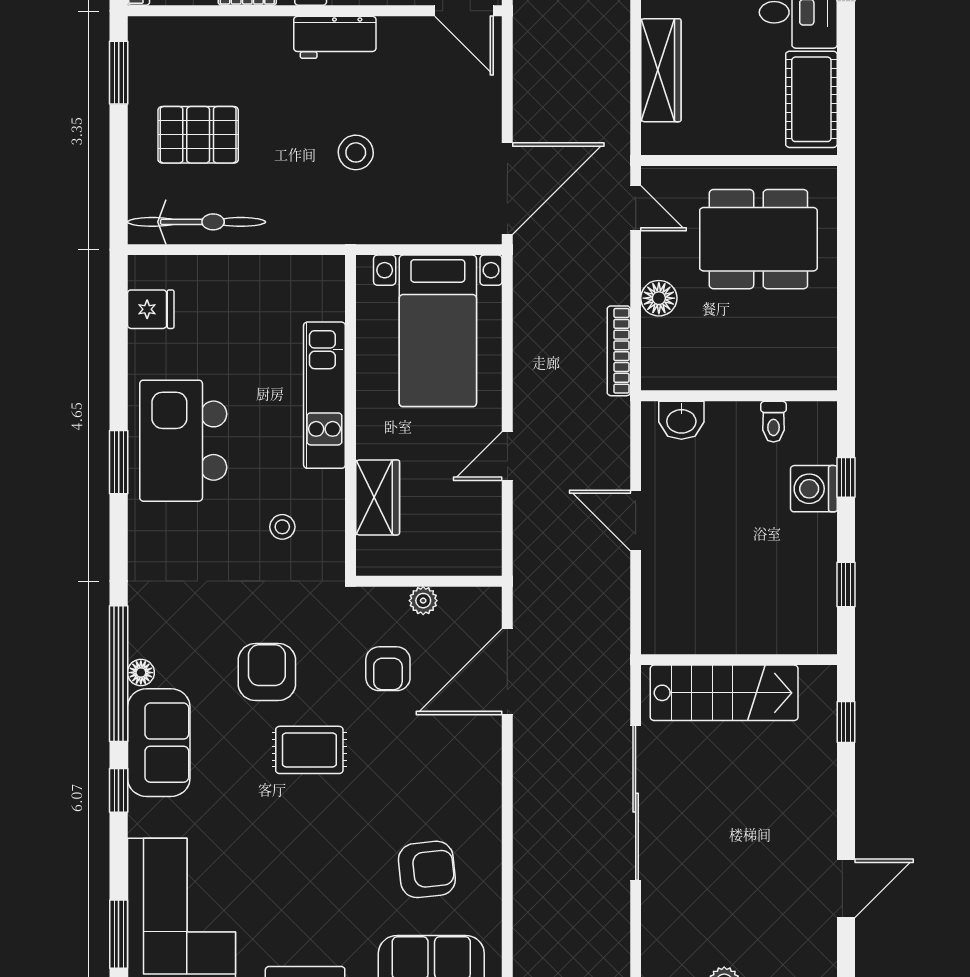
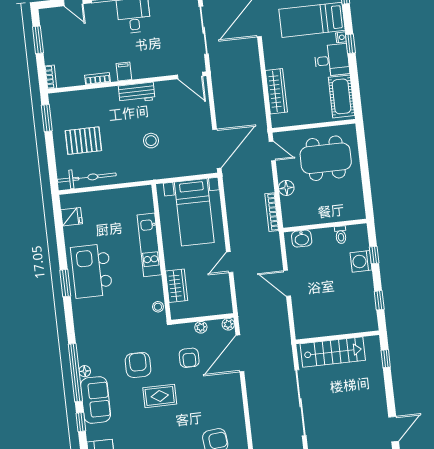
stool: (282, 527) -> (158, 307), moved
plant: (488, 601) -> (228, 324), added

